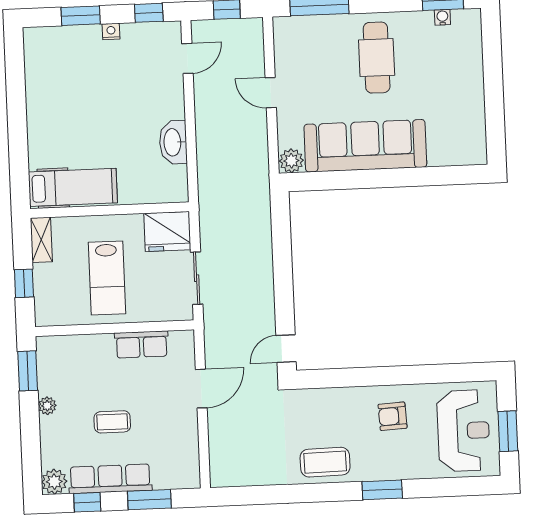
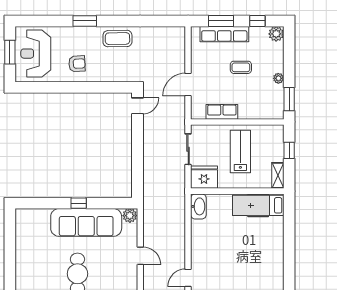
washbasin: (173, 142) -> (198, 206), moved
window: (380, 178) -> (79, 203), added
row of seats: (110, 479) -> (224, 34), moved

